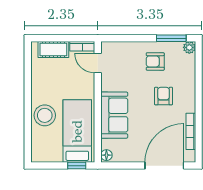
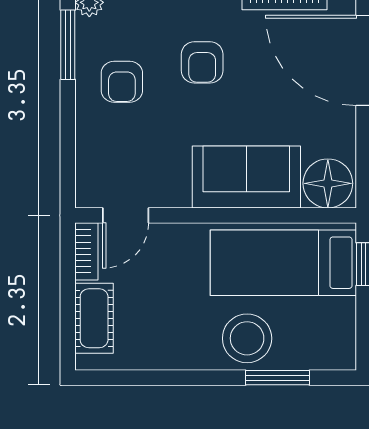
armchair: (164, 96) -> (202, 62), turned -90
window: (28, 129) -> (278, 378), added
floor lamp: (106, 155) -> (328, 183), width x1.89, depth x1.89

